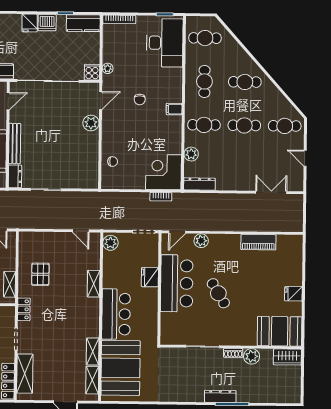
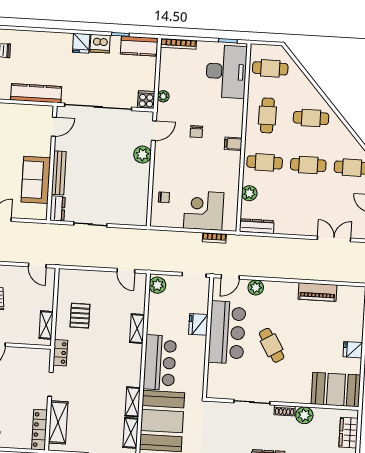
corner desk: (164, 172) -> (204, 210), moved
wardrobe: (287, 357) -> (349, 433), moved, turned 90

